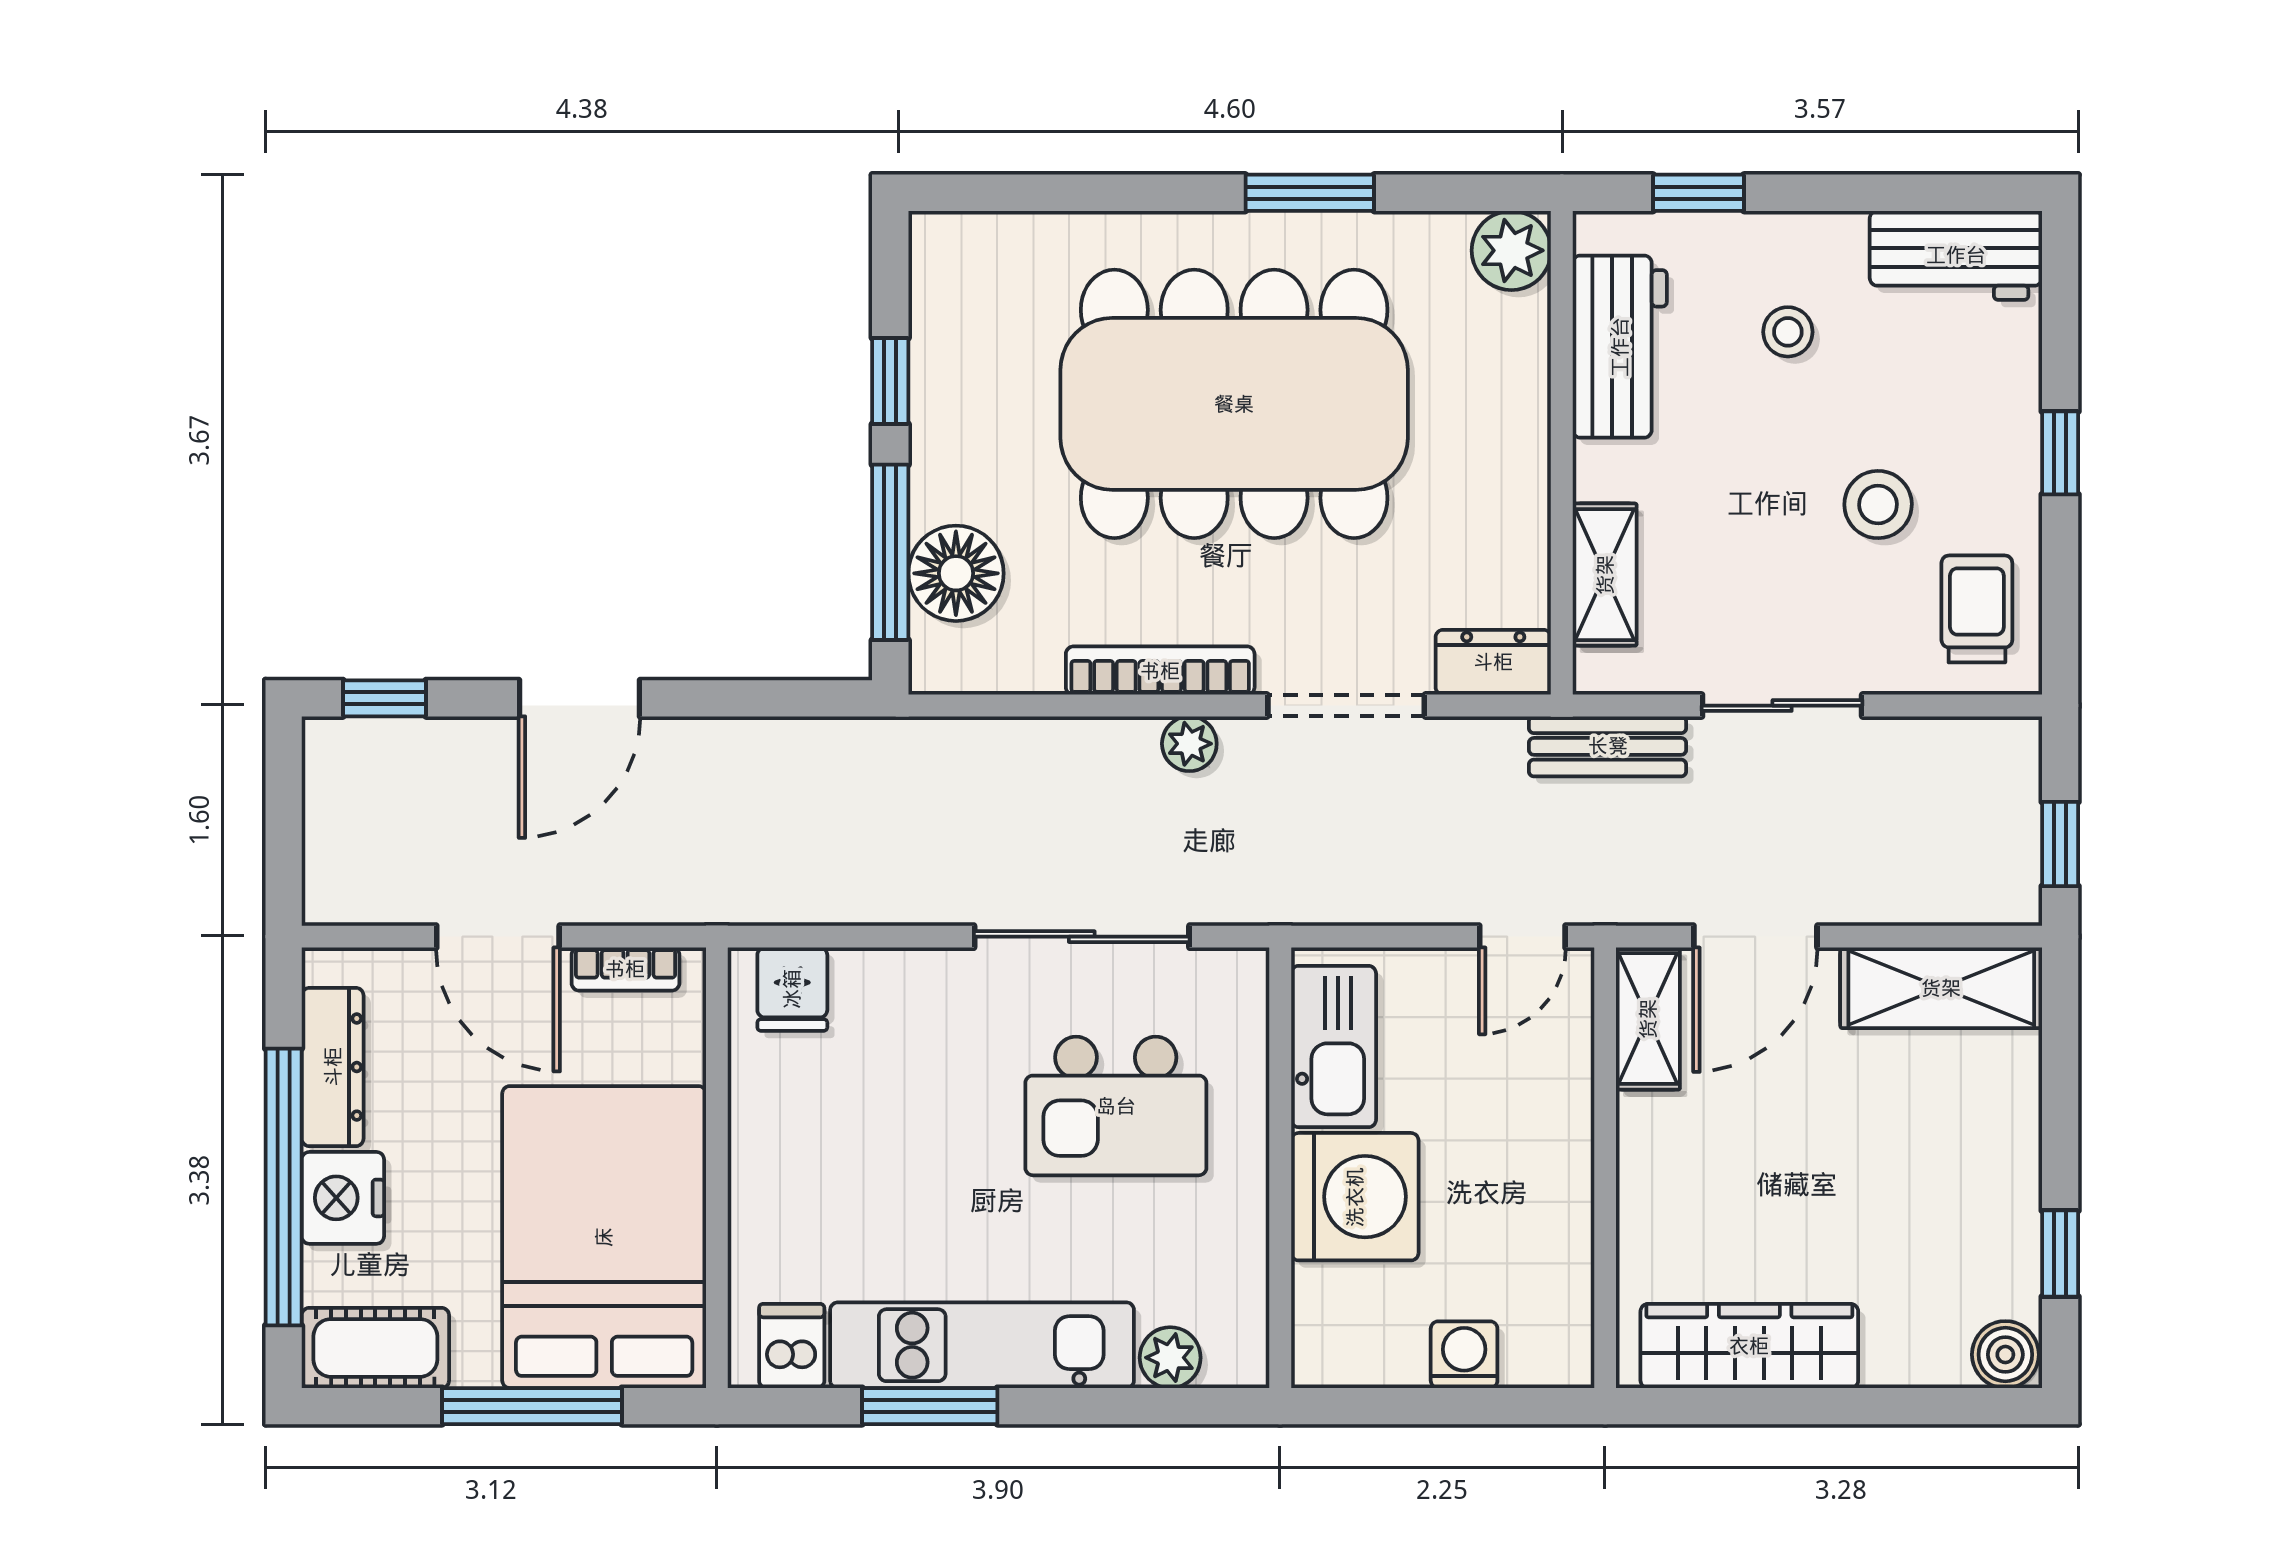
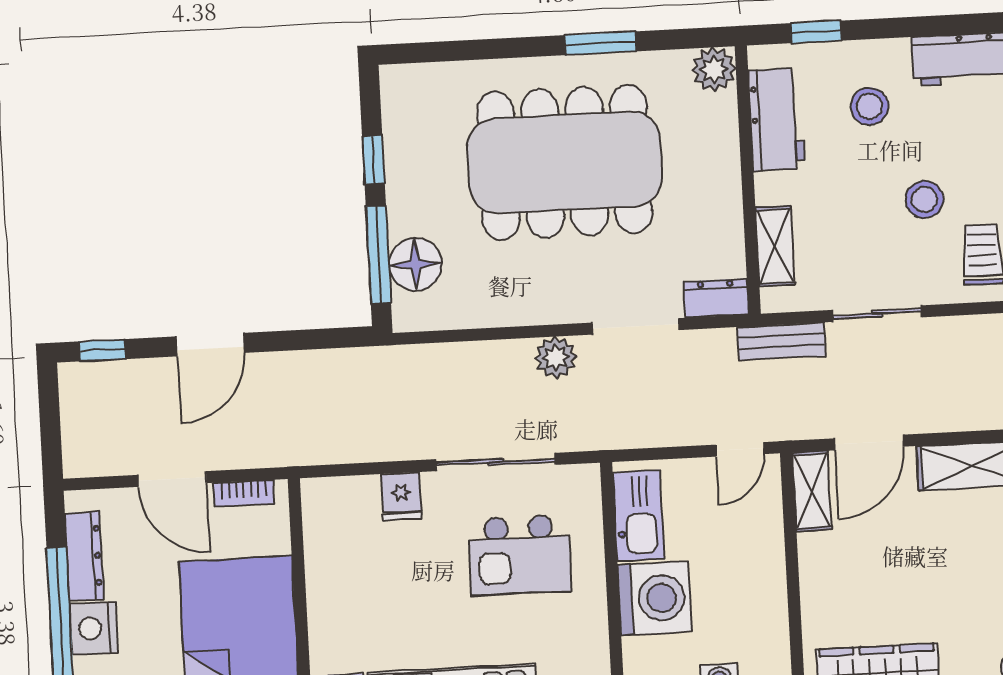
stool: (1788, 332) -> (870, 106), width x1.37, depth x1.37
bookcase: (1160, 671) -> (531, 312), removed
plant: (1189, 744) -> (556, 357), width x1.38, depth x1.38
fridge: (792, 989) -> (401, 496), moved

